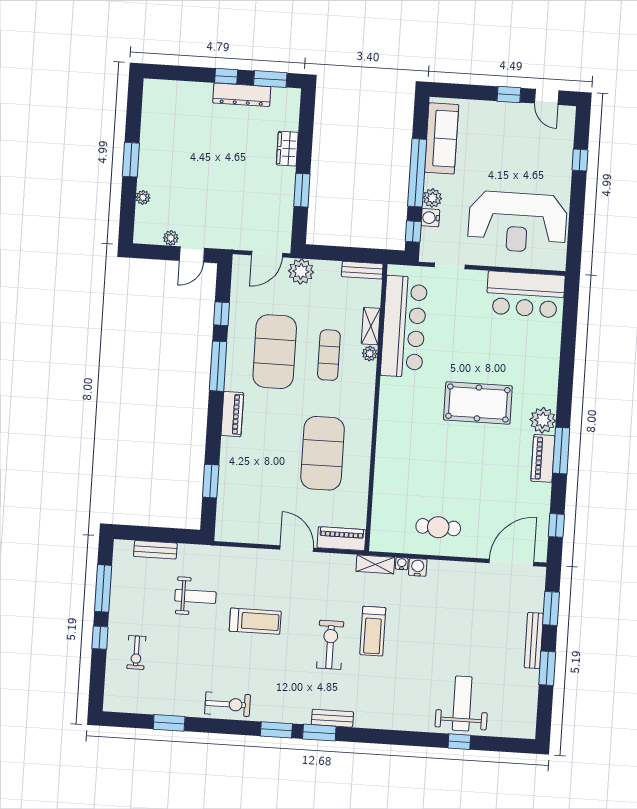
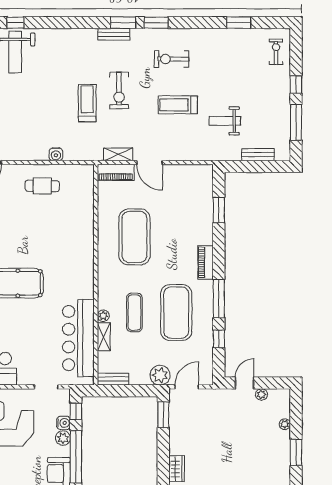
window: (302, 190) -> (163, 415), moved
shelving: (375, 564) -> (118, 154), moved
water cooler: (402, 564) -> (68, 156), removed
exercise bike: (136, 653) -> (276, 52), moved
exercise bike: (228, 704) -> (172, 59), moved

